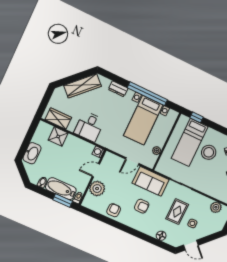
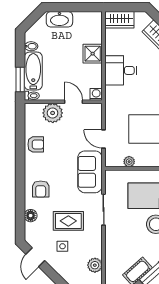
wardrobe: (58, 119) -> (119, 20), moved, turned 90
shower: (58, 136) -> (93, 54), moved
armchair: (142, 206) -> (41, 189), moved

